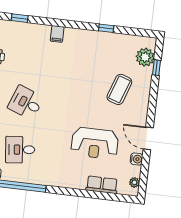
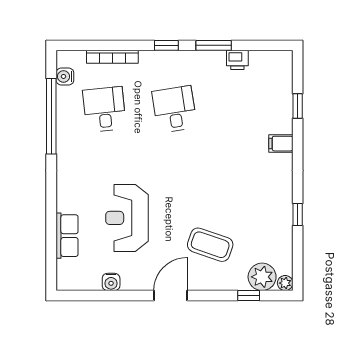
window: (20, 18) -> (298, 106), moved
desk: (26, 103) -> (174, 109), turned -30
door: (148, 138) -> (170, 296), moved
plant: (134, 182) -> (285, 283), moved

